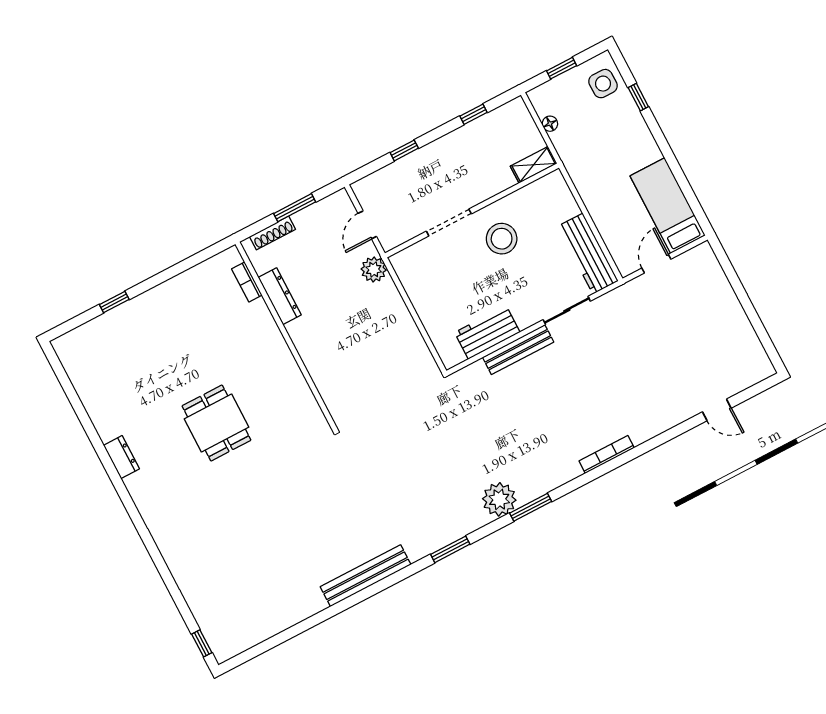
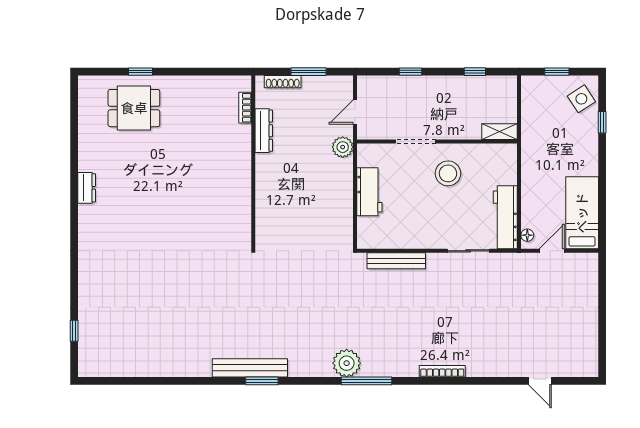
side table: (603, 84) -> (581, 99), turned -33
floor lamp: (550, 124) -> (527, 235), moved
workbench: (487, 332) -> (369, 192), moved, turned 90
bench: (518, 350) -> (396, 261), moved
dining table: (216, 423) -> (134, 108), moved, turned 90
window: (531, 507) -> (367, 381), width x1.44
window: (450, 549) -> (262, 381), moved
bench: (366, 576) -> (250, 368), moved
window: (202, 643) -> (74, 331), moved

